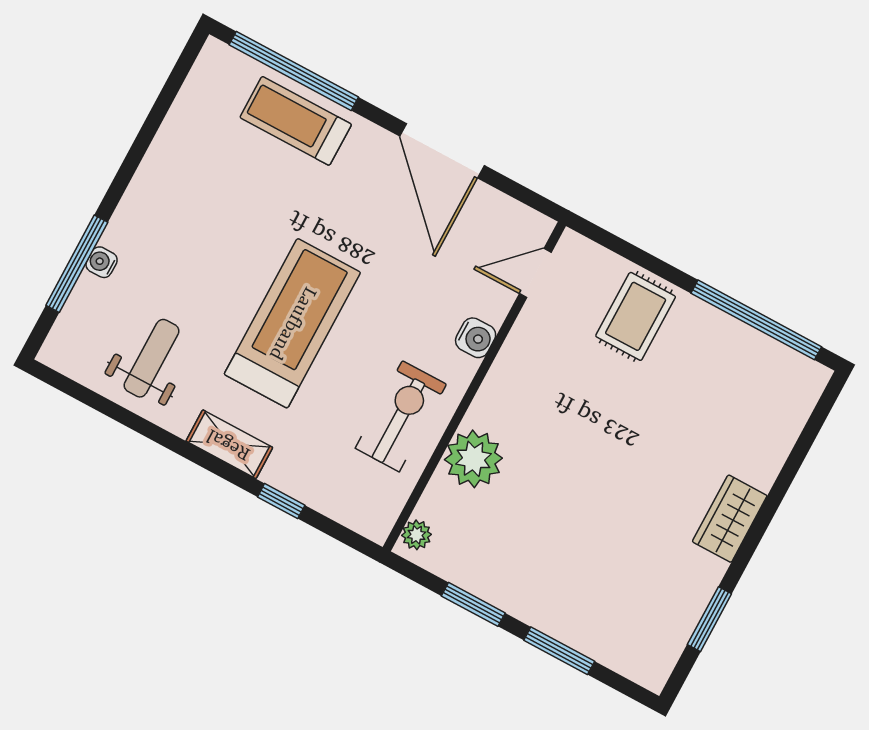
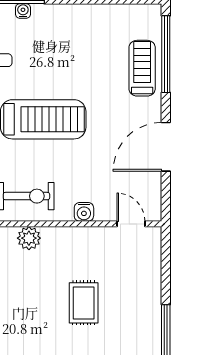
rug: (636, 316) -> (84, 303), moved, turned 90
plant: (473, 459) -> (29, 238), width x0.73, depth x0.73

